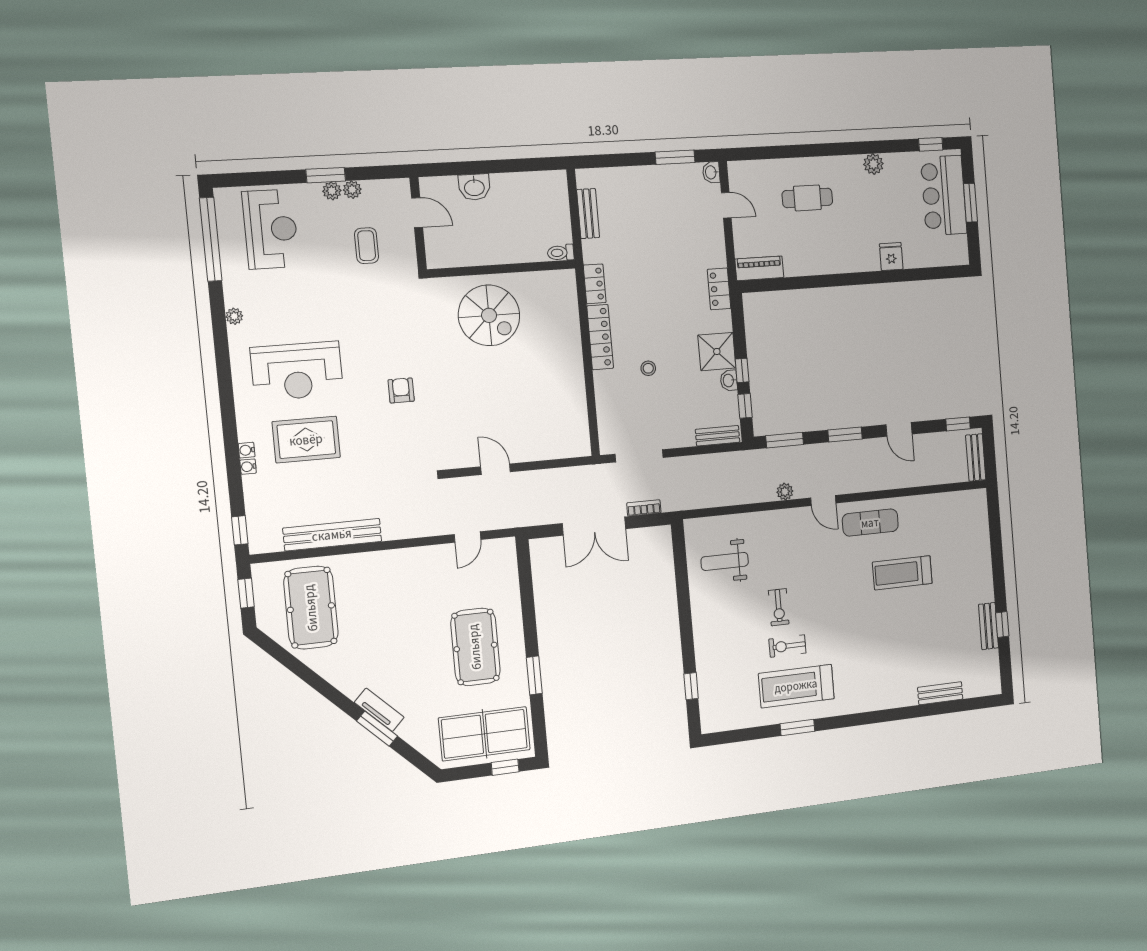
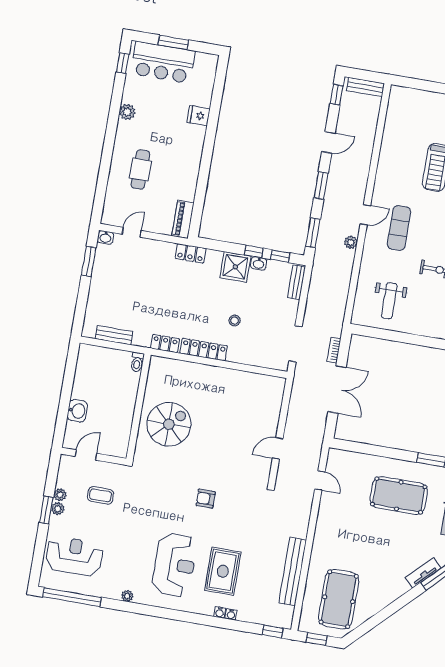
exercise mat: (870, 523) -> (399, 228), moved
pool table: (311, 608) -> (339, 599), turned 90

